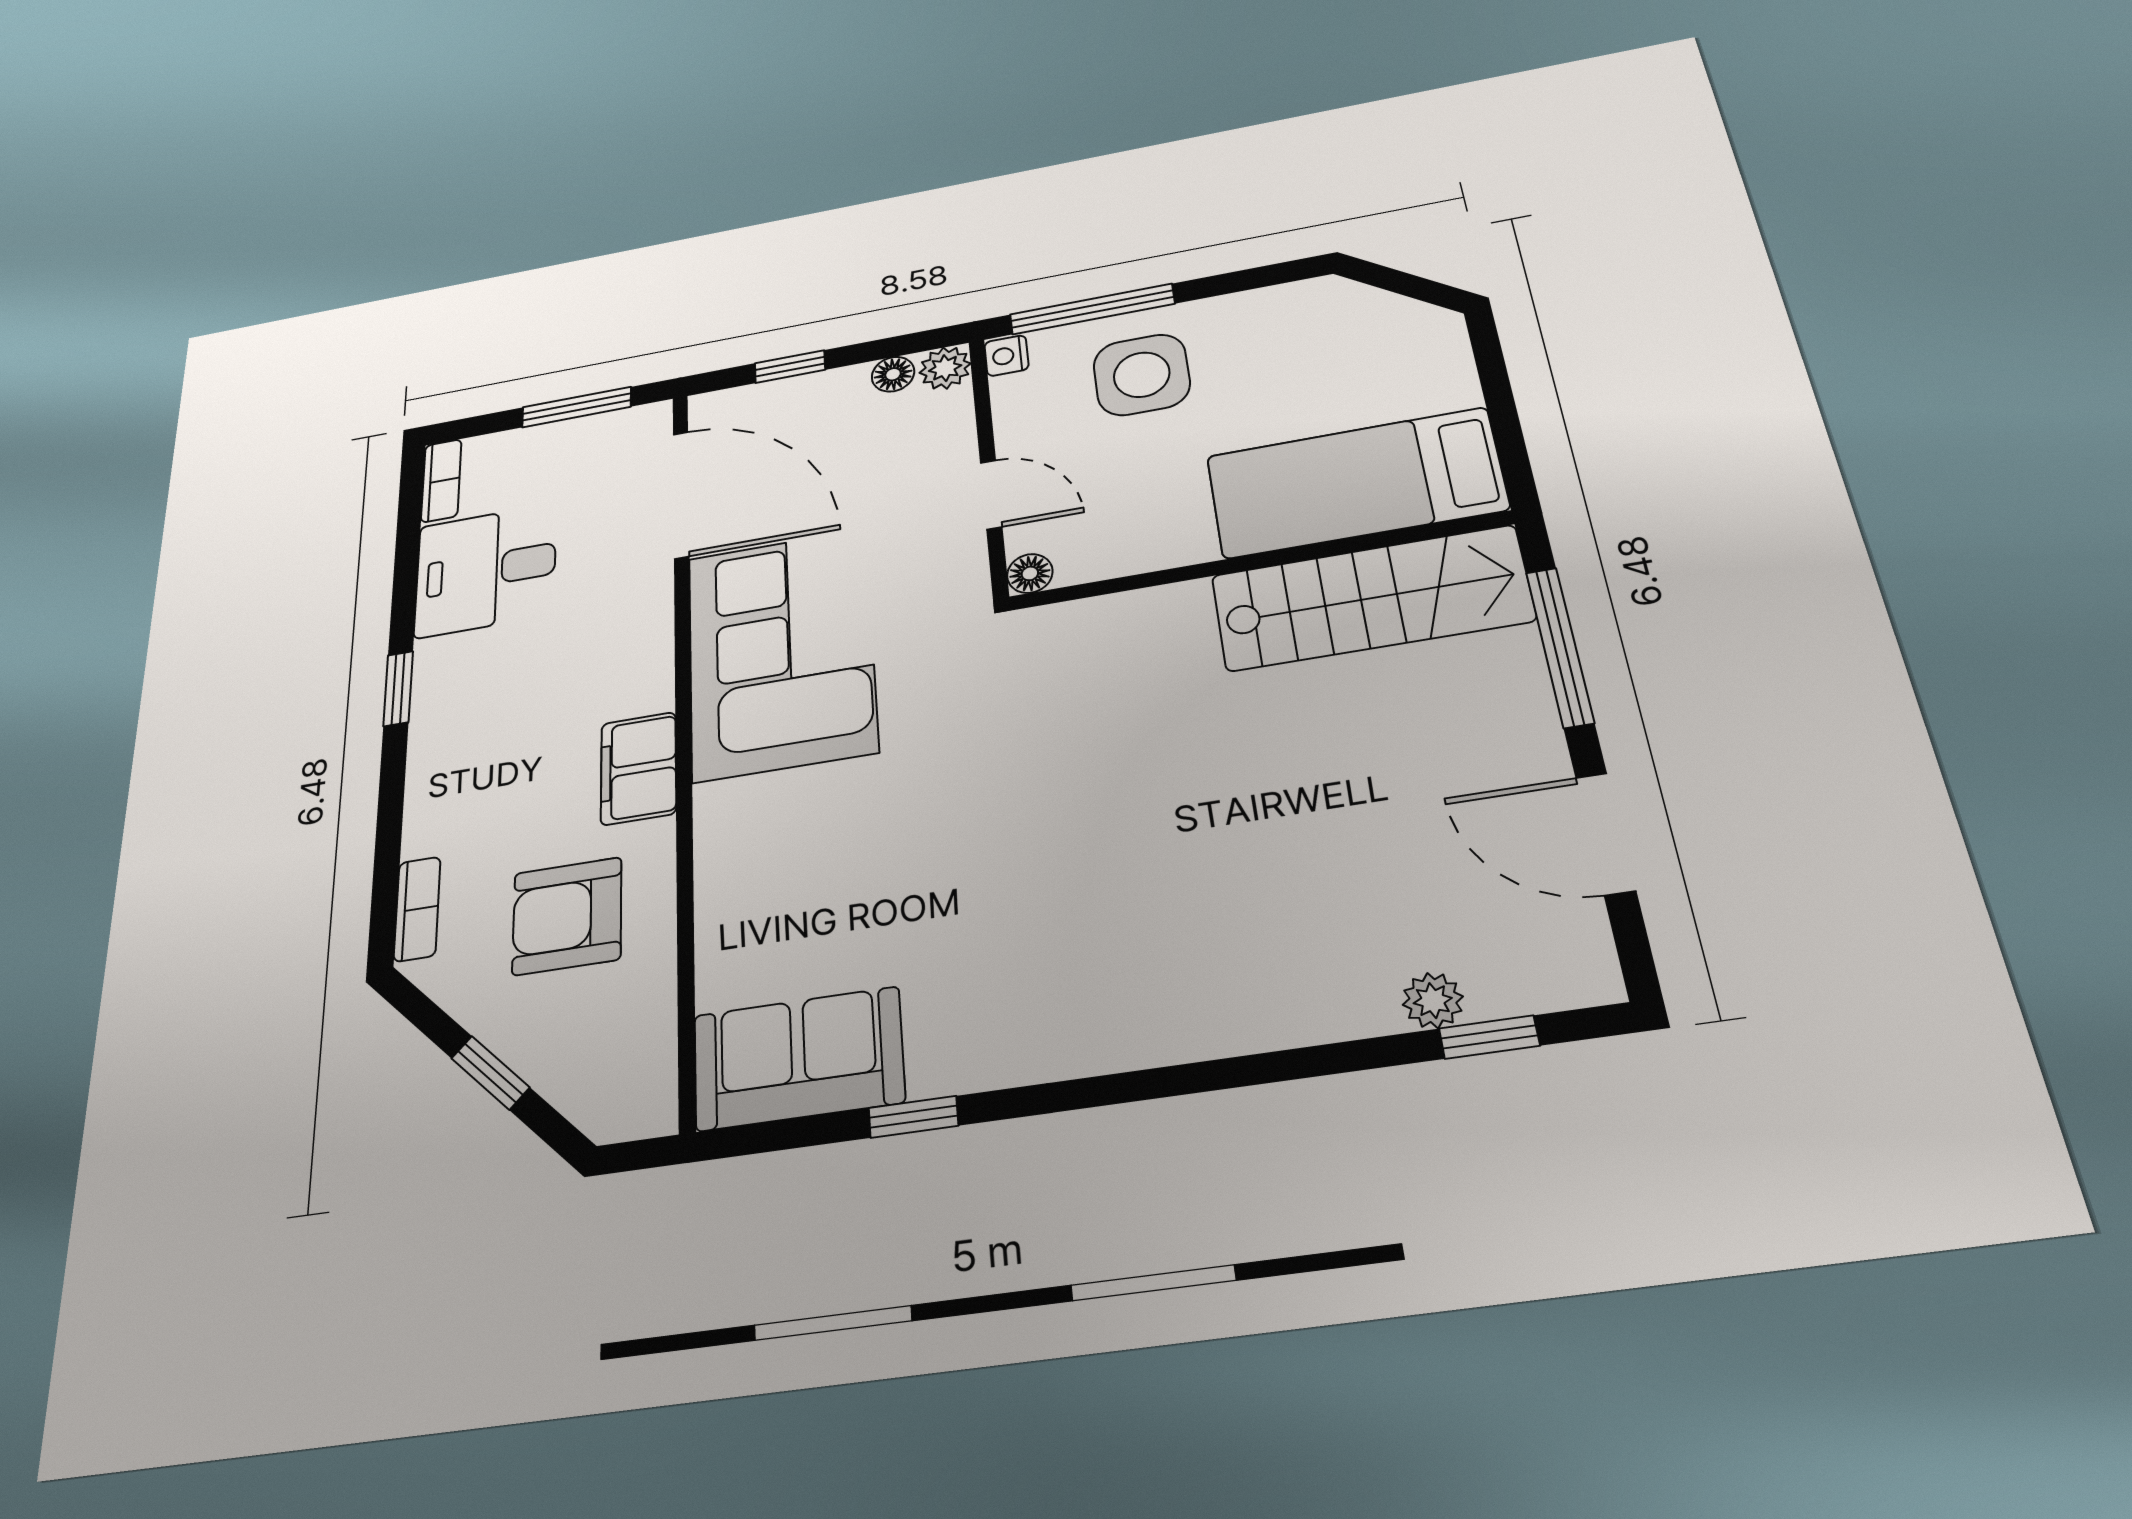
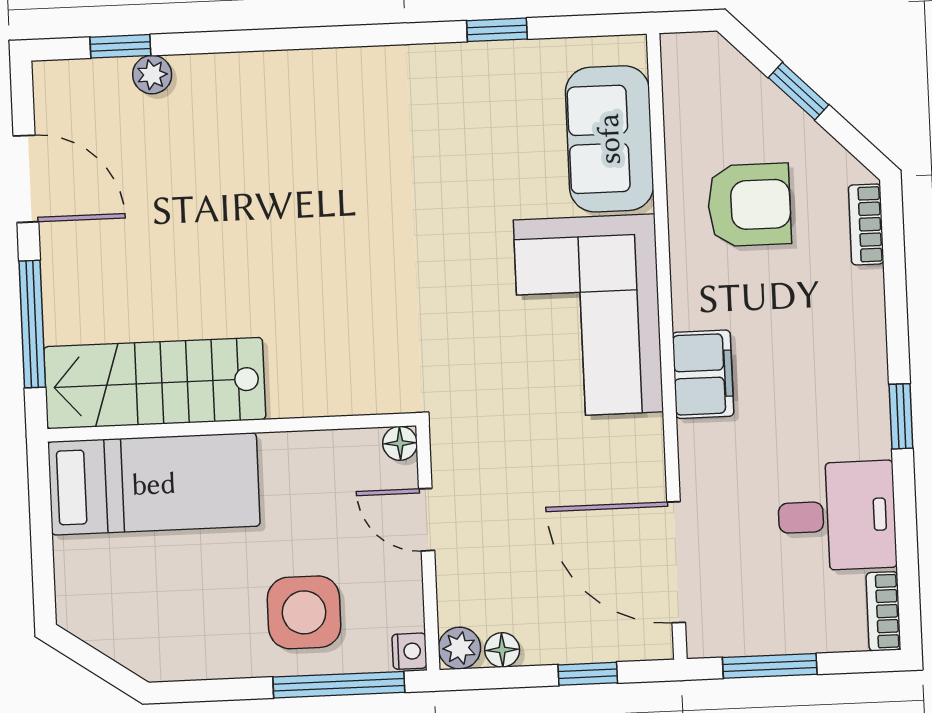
corner sofa: (781, 653) -> (588, 316), moved
filing cabinet: (638, 768) -> (703, 374), moved
sofa: (798, 1059) -> (609, 139), moved, turned 90

